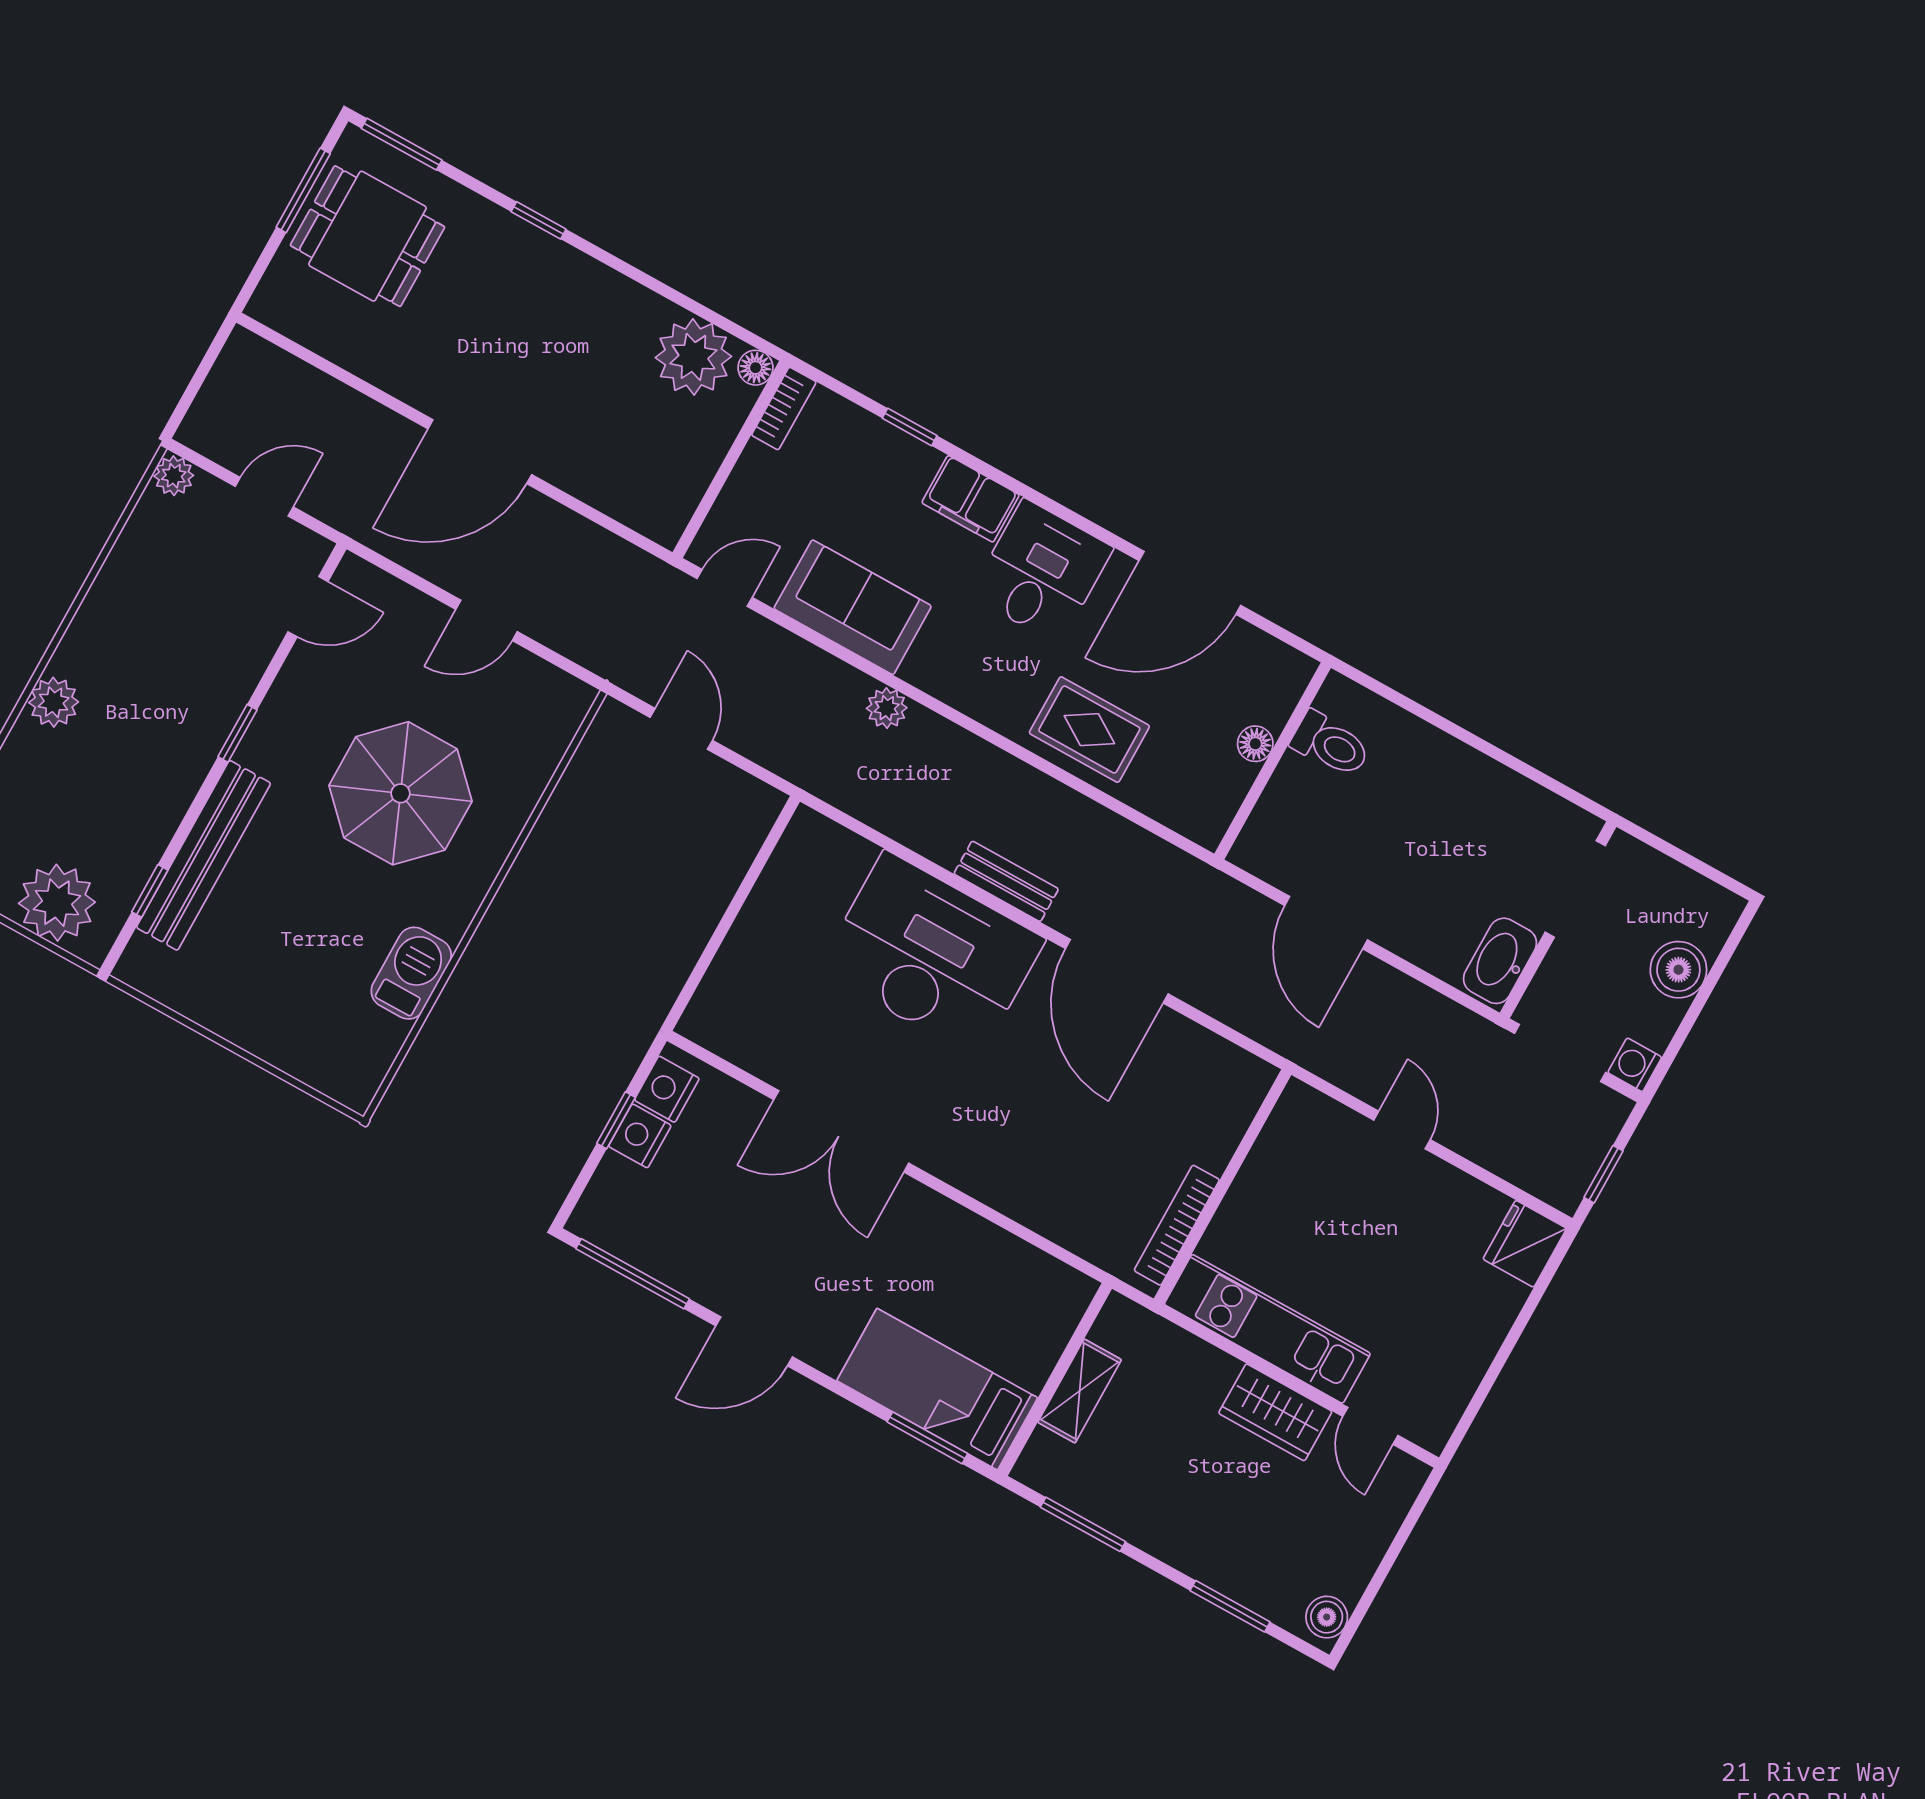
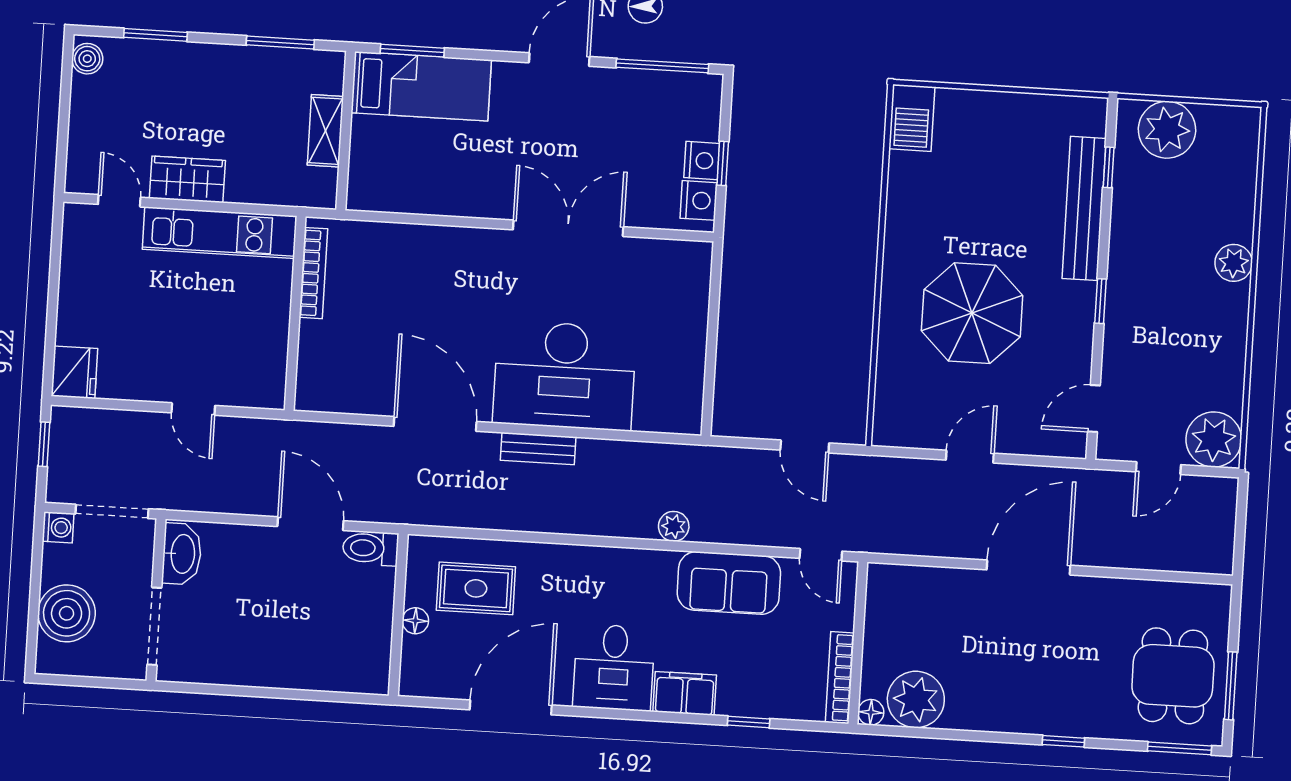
dining table: (367, 236) -> (1173, 676), turned 90
bookcase: (784, 408) -> (840, 678), width x1.56
plant: (174, 476) -> (1214, 439), width x1.87, depth x1.87
door: (725, 588) -> (821, 555), hinge flipped
rug: (1089, 730) -> (476, 588), moved
toilet: (1331, 744) -> (371, 548), moved
boiler: (1678, 970) -> (67, 613), width x1.37, depth x1.37
barbecue: (411, 973) -> (912, 118), moved

